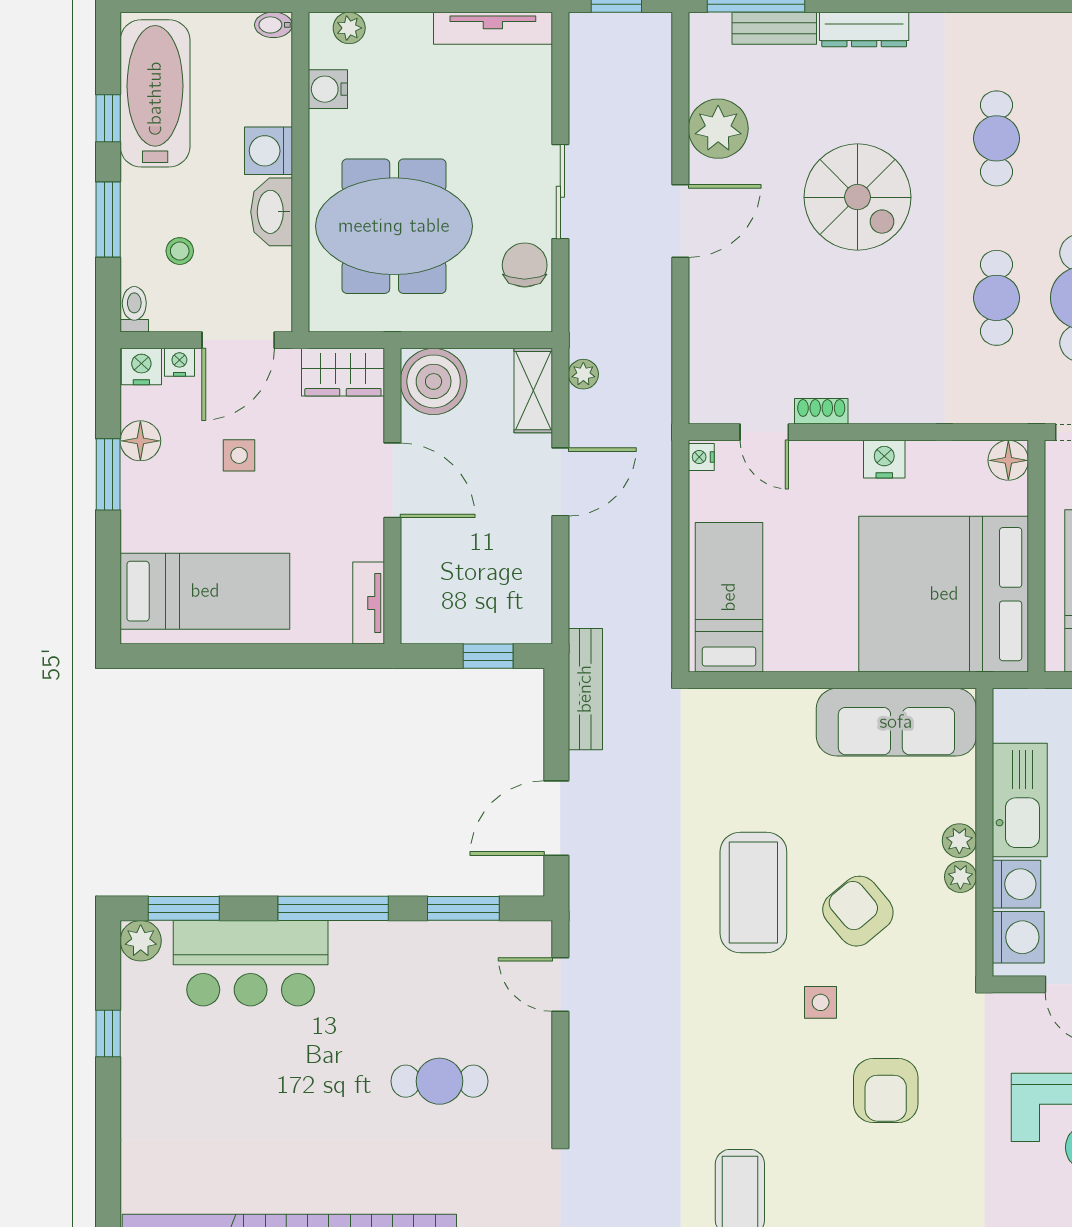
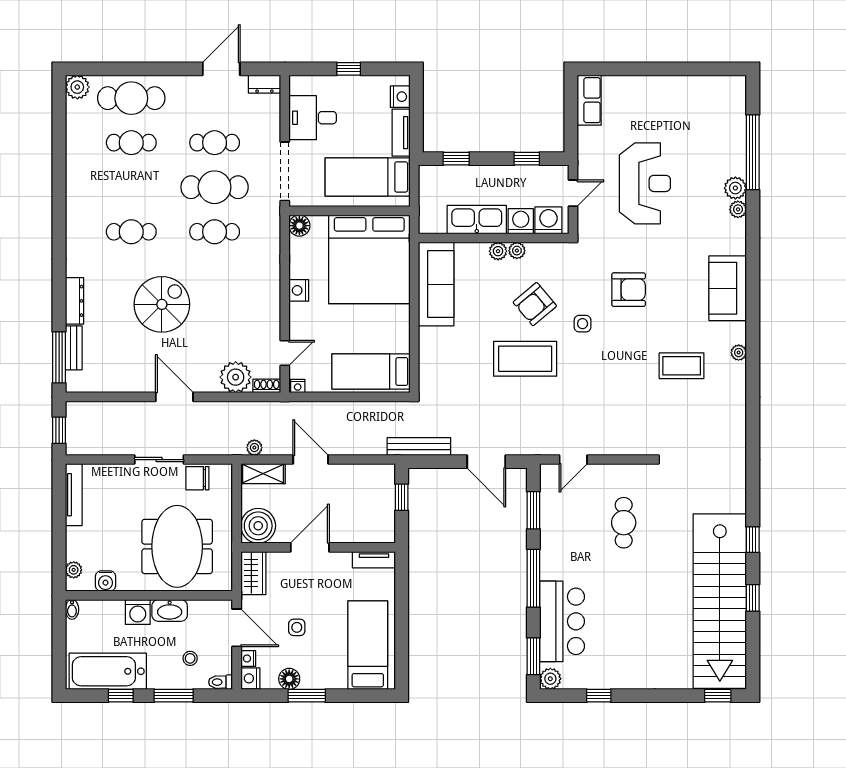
plant: (718, 129) -> (236, 377), moved
shoe rack: (821, 411) -> (267, 386), moved, turned 90

